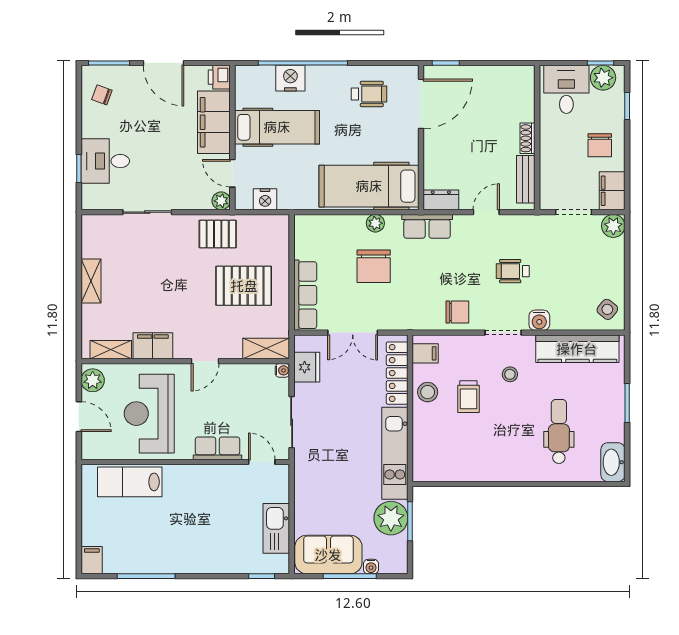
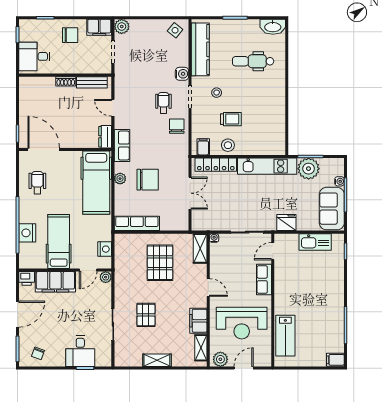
plant: (603, 78) -> (27, 33), removed
pallet: (218, 234) -> (146, 315), moved
wheelchair: (513, 271) -> (163, 103), moved, turned 180
row of seats: (305, 295) -> (137, 223), moved
fridge: (307, 367) -> (286, 222), moved

